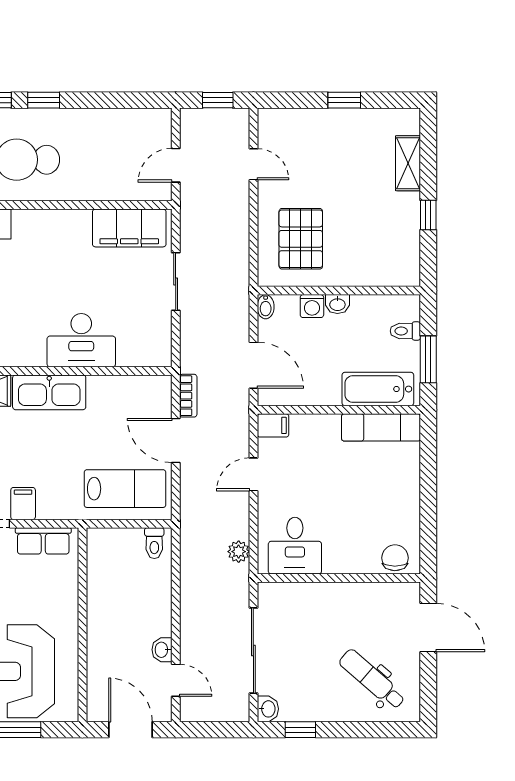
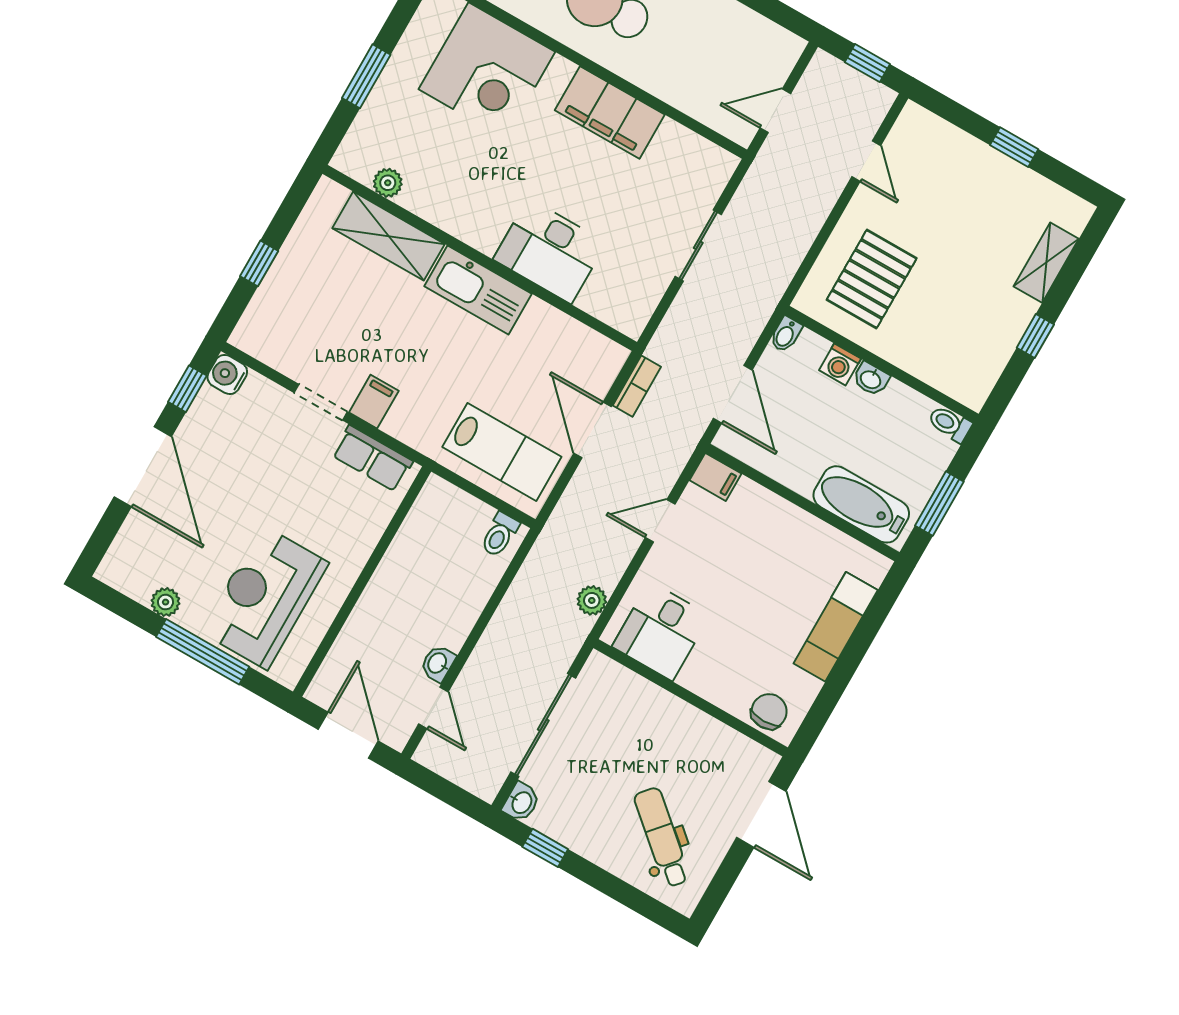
filing cabinet: (129, 228) -> (610, 112), moved
toilet: (405, 331) -> (950, 424), moved
exam couch: (381, 427) -> (836, 627), moved, turned 90

